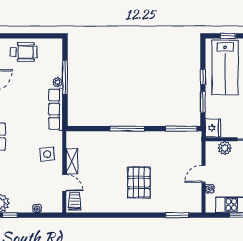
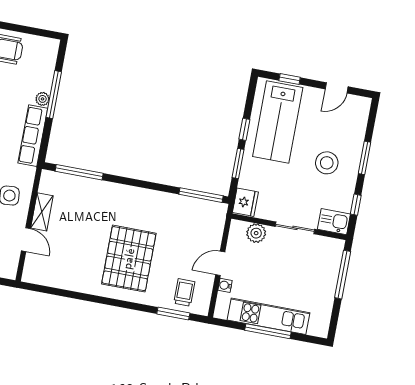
window: (127, 129) -> (79, 172), moved
pallet: (139, 183) -> (129, 259), width x1.37, depth x1.41
trolley: (75, 201) -> (184, 292), moved

